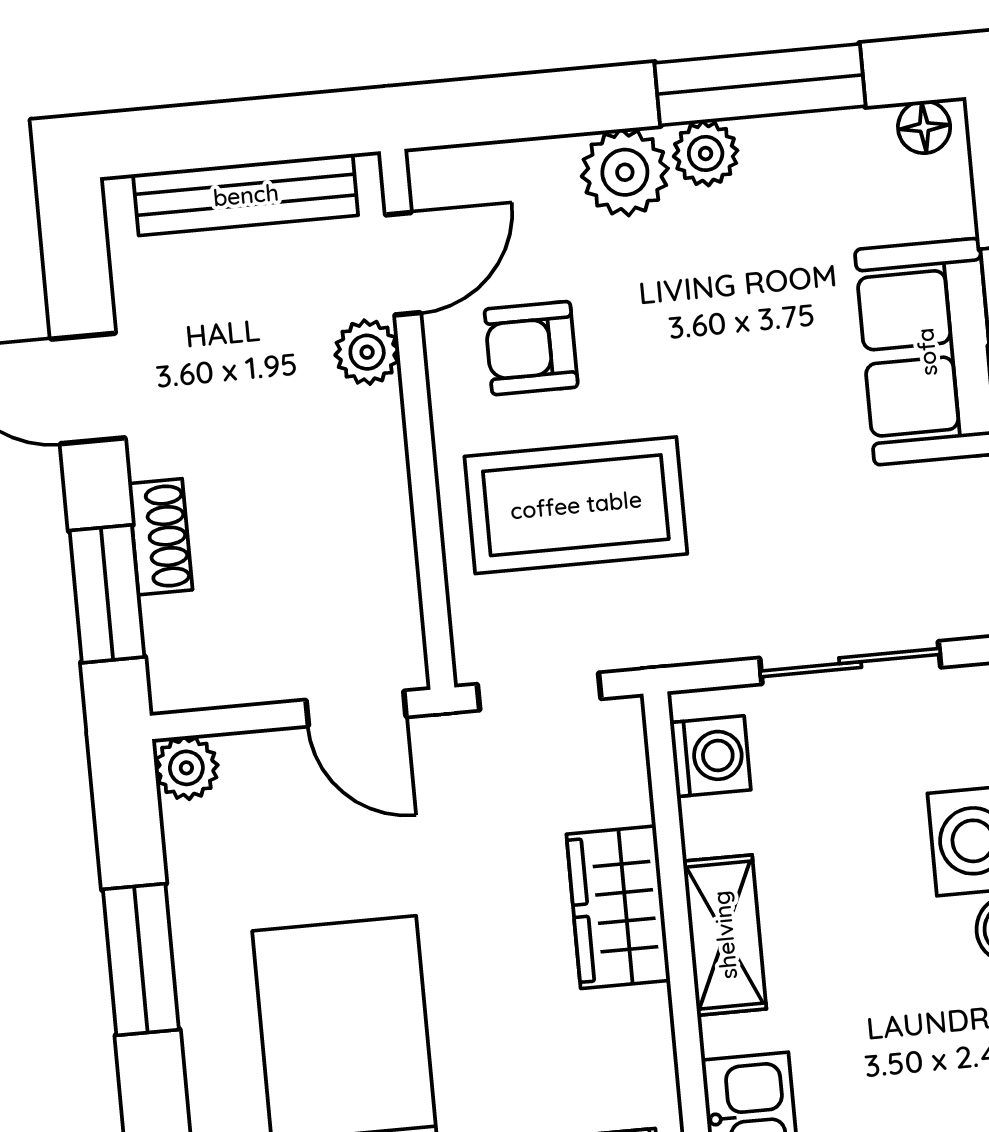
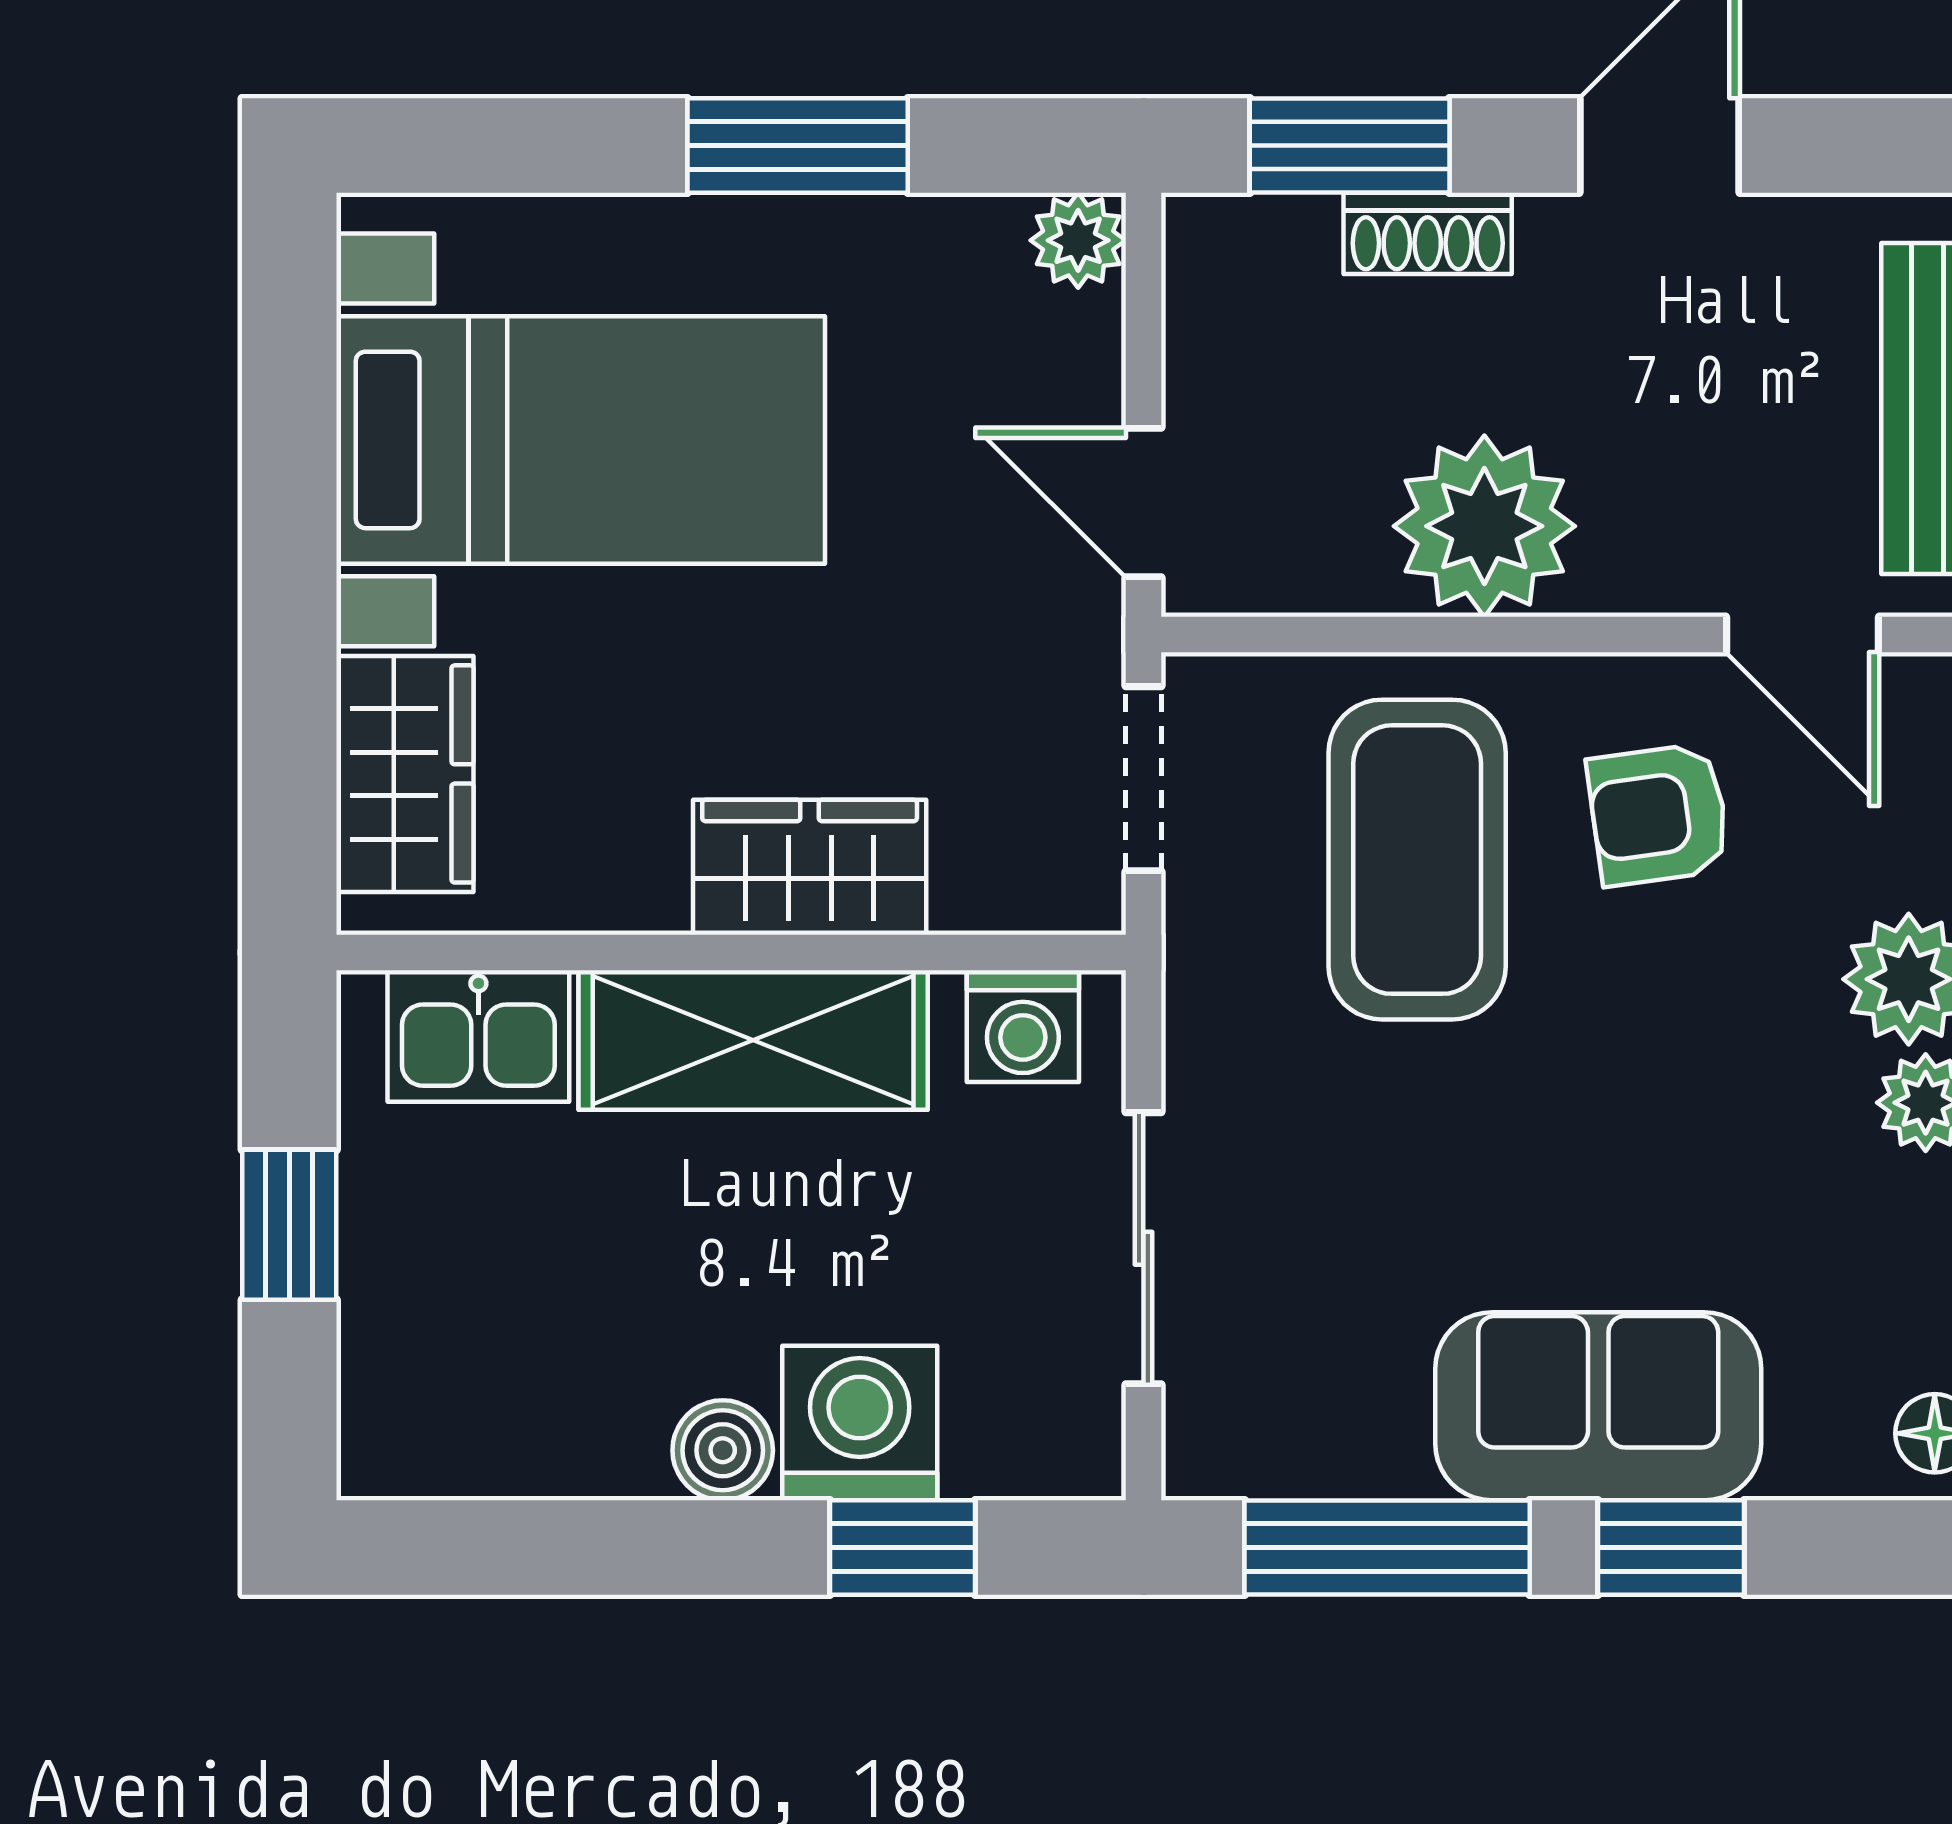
armchair: (531, 348) -> (1659, 815), turned -98
plant: (367, 352) -> (1484, 526), moved, width x1.87, depth x1.87
door: (356, 708) -> (1143, 503), hinge flipped
shelving: (725, 935) -> (753, 1040), width x1.50, depth x1.33

